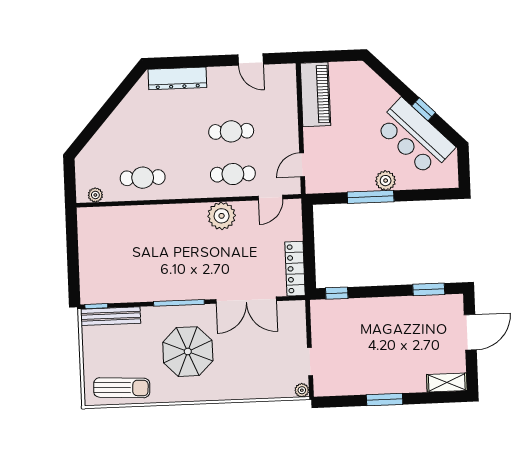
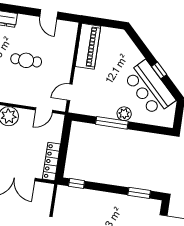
cafe table: (233, 174) -> (22, 89), removed

